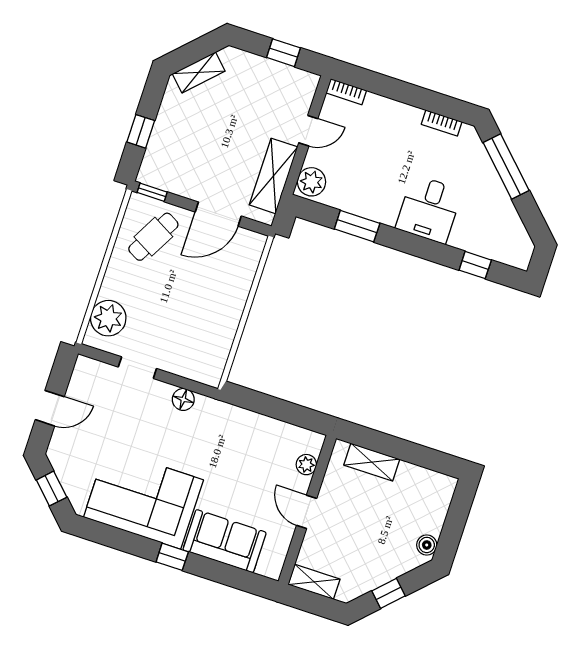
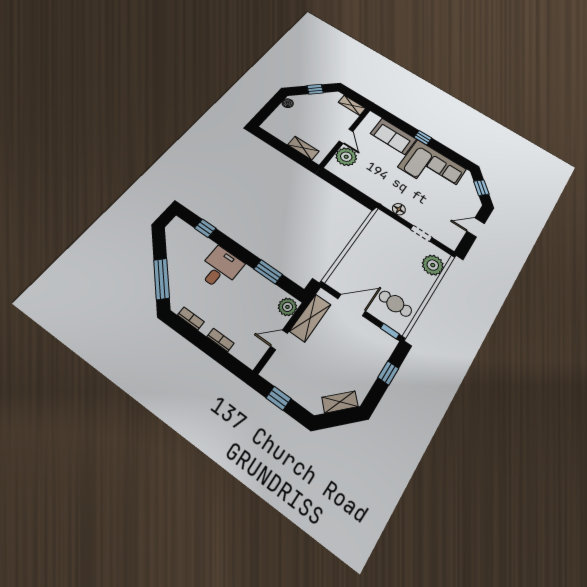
bookcase: (346, 92) -> (220, 340), moved
cafe table: (153, 237) -> (395, 304), turned 61
plant: (306, 465) -> (346, 157), width x1.87, depth x1.87

